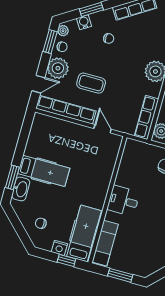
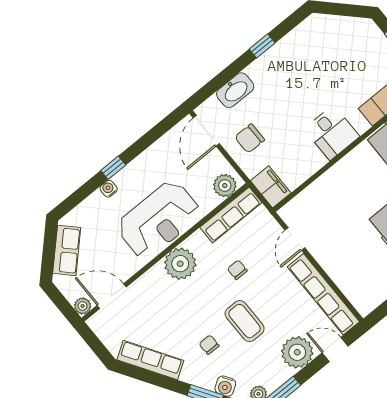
chair: (62, 47) -> (237, 270), moved
coffee table: (91, 83) -> (245, 321), moved
filing cabinet: (136, 148) -> (271, 187), added

